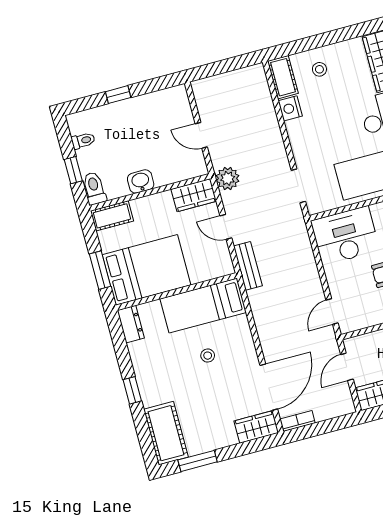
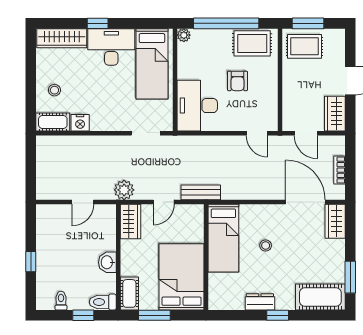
window: (100, 270) -> (154, 315), moved
dresser: (131, 324) -> (260, 302), moved
bookcase: (298, 421) -> (339, 170), moved

